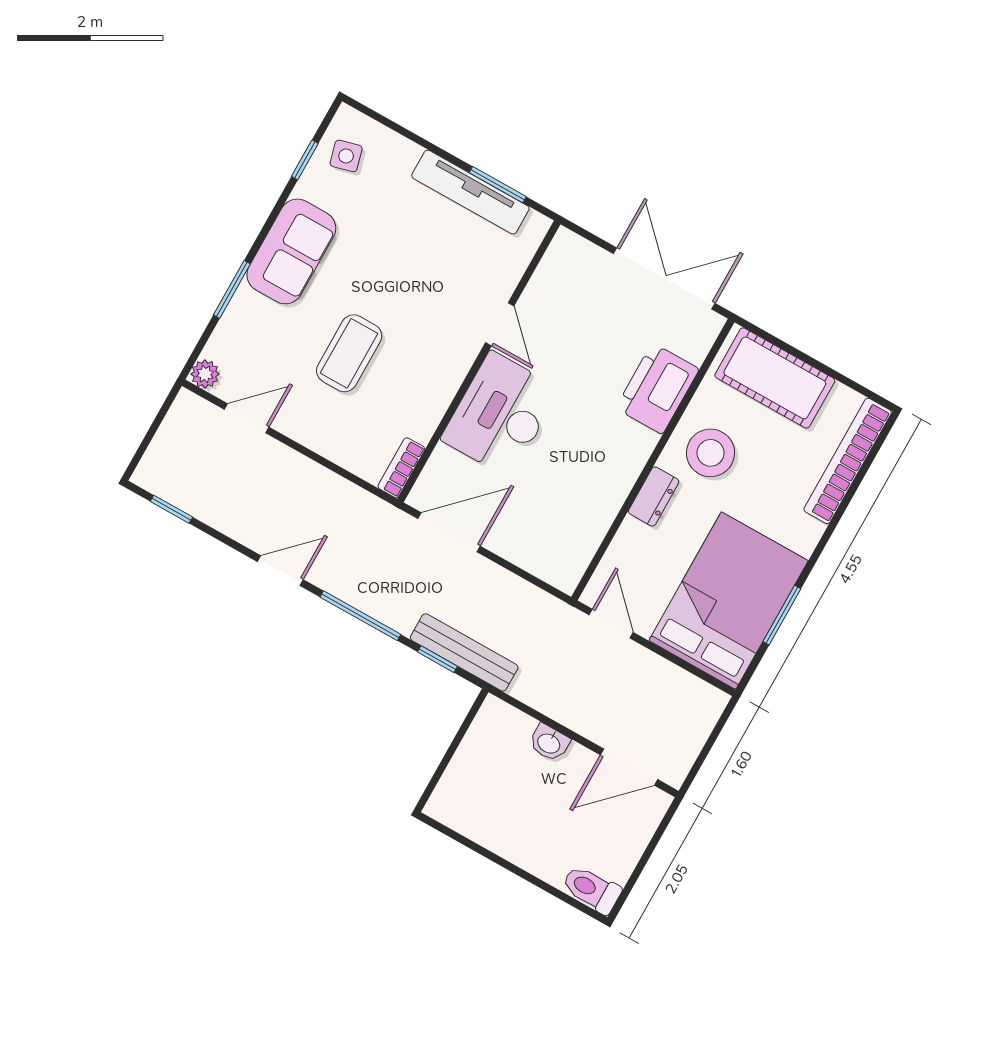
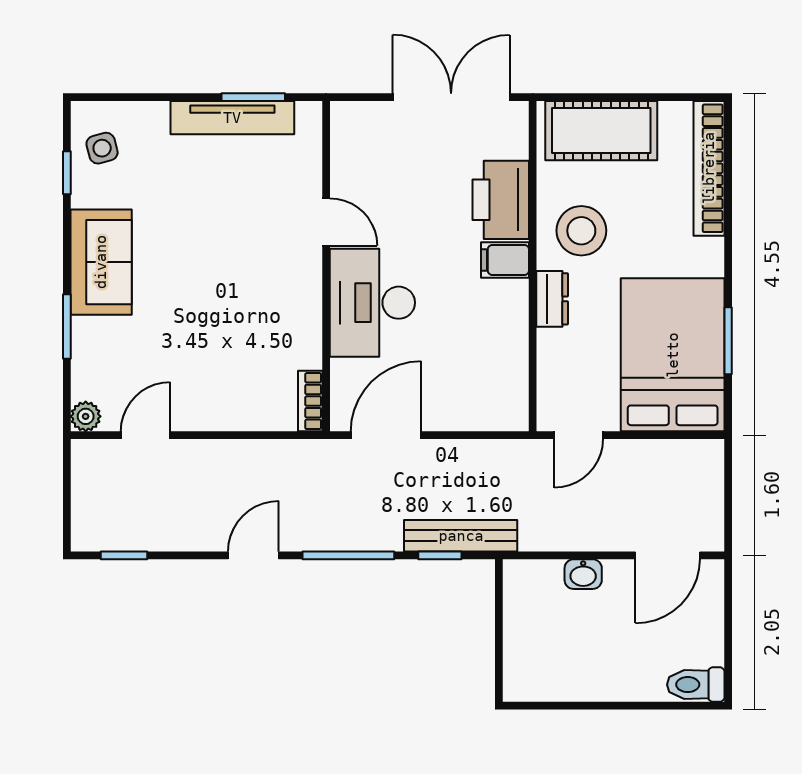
coffee table: (349, 353) -> (205, 325), removed
filing cabinet: (632, 441) -> (505, 260), added
door: (611, 624) -> (579, 435), swing flipped

